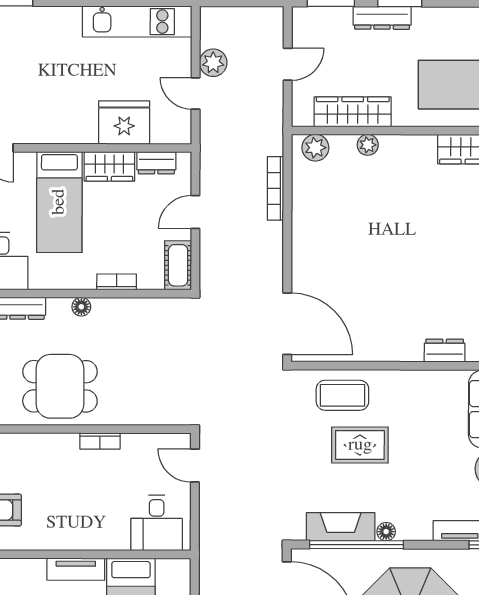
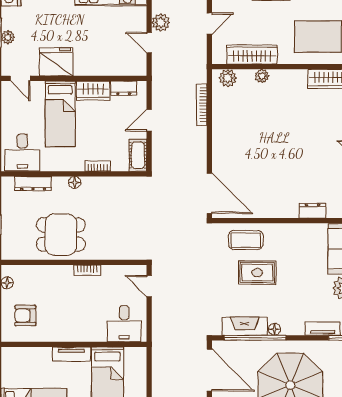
fridge: (124, 123) -> (56, 62), moved

